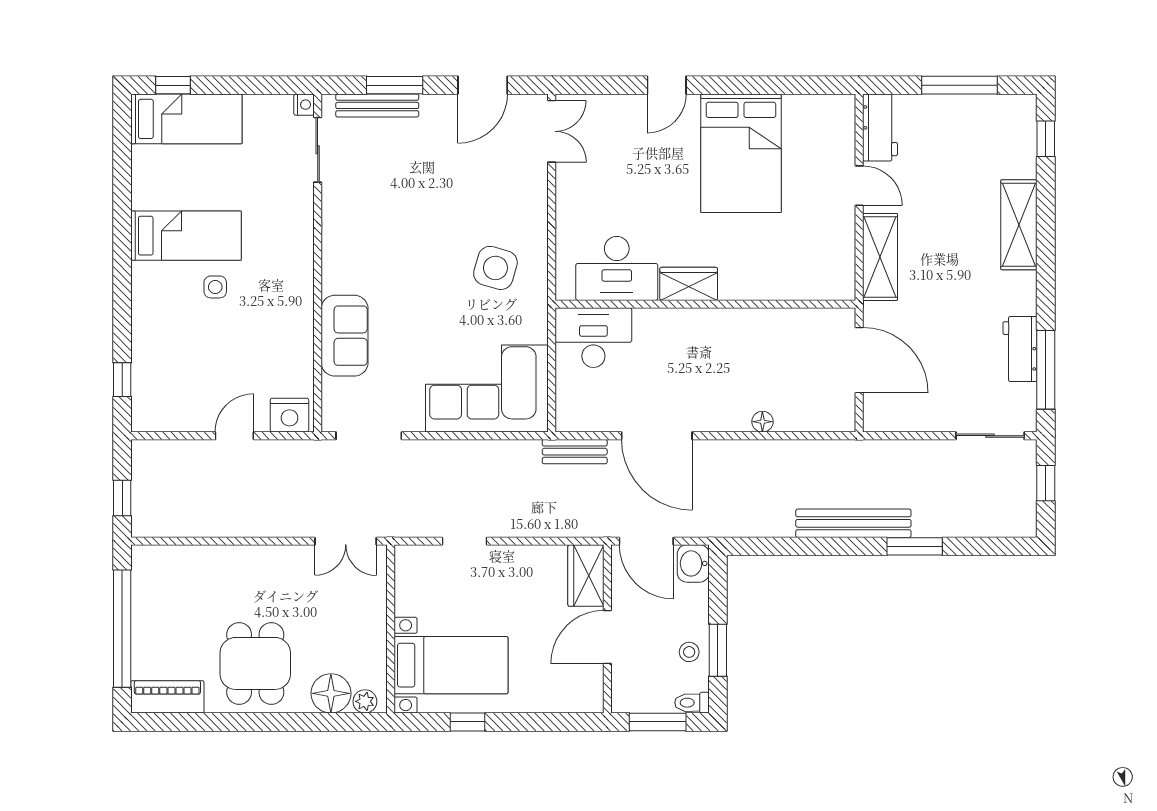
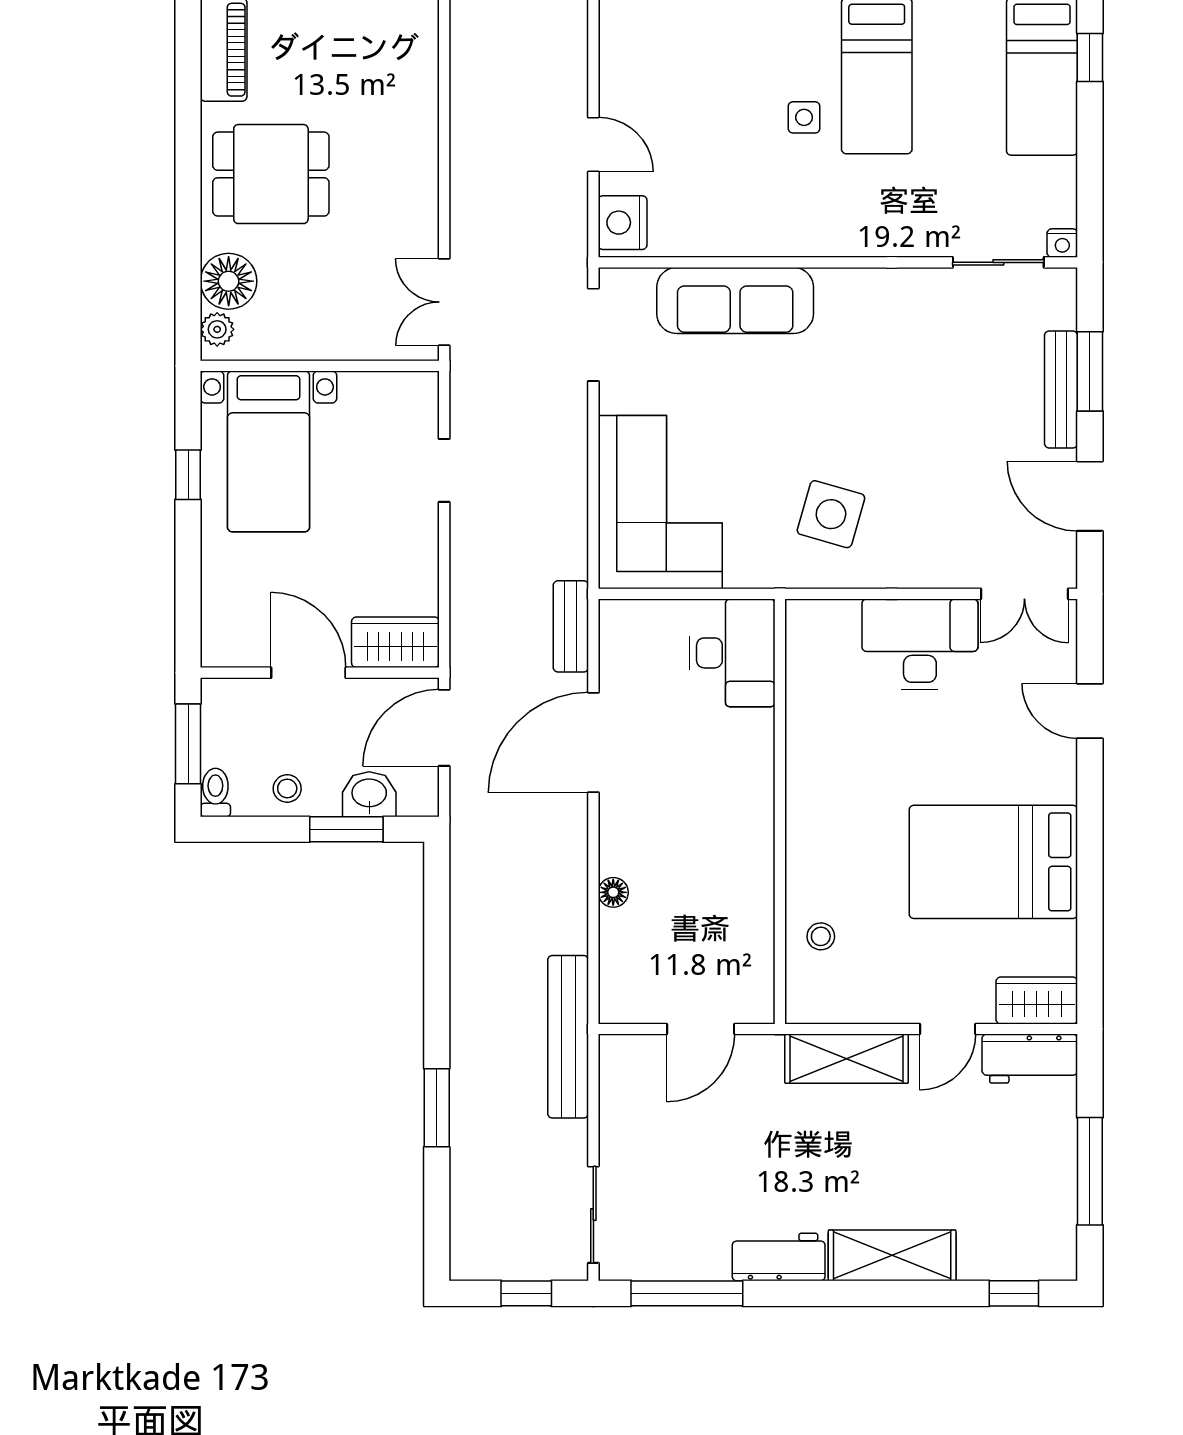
door: (667, 85) -> (1090, 711), moved
bench: (377, 105) -> (1061, 389), moved
desk: (617, 268) -> (920, 644), moved, turned 90
stool: (794, 275) -> (821, 936), added
wardrobe: (689, 284) -> (1037, 1000), moved, turned -90
sofa: (345, 336) -> (735, 300), width x1.36
workbench: (1020, 349) -> (779, 1257), moved
door: (859, 360) -> (701, 1029), width x0.73
bench: (853, 523) -> (568, 1037), moved
washbasin: (693, 563) -> (369, 794), moved
window: (718, 650) -> (346, 829), moved

